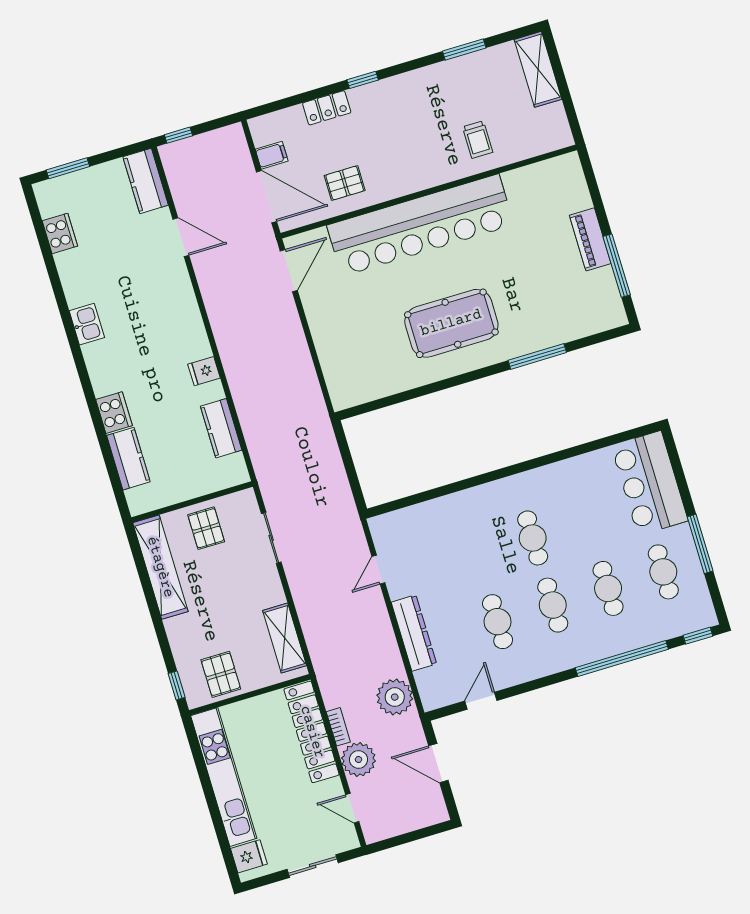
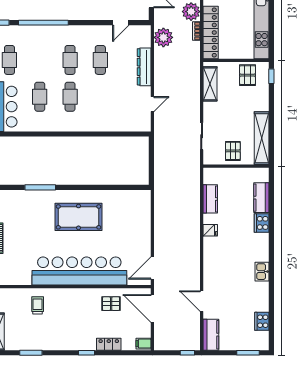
filing cabinet: (272, 155) -> (144, 344), moved
cafe table: (608, 588) -> (40, 97), moved

